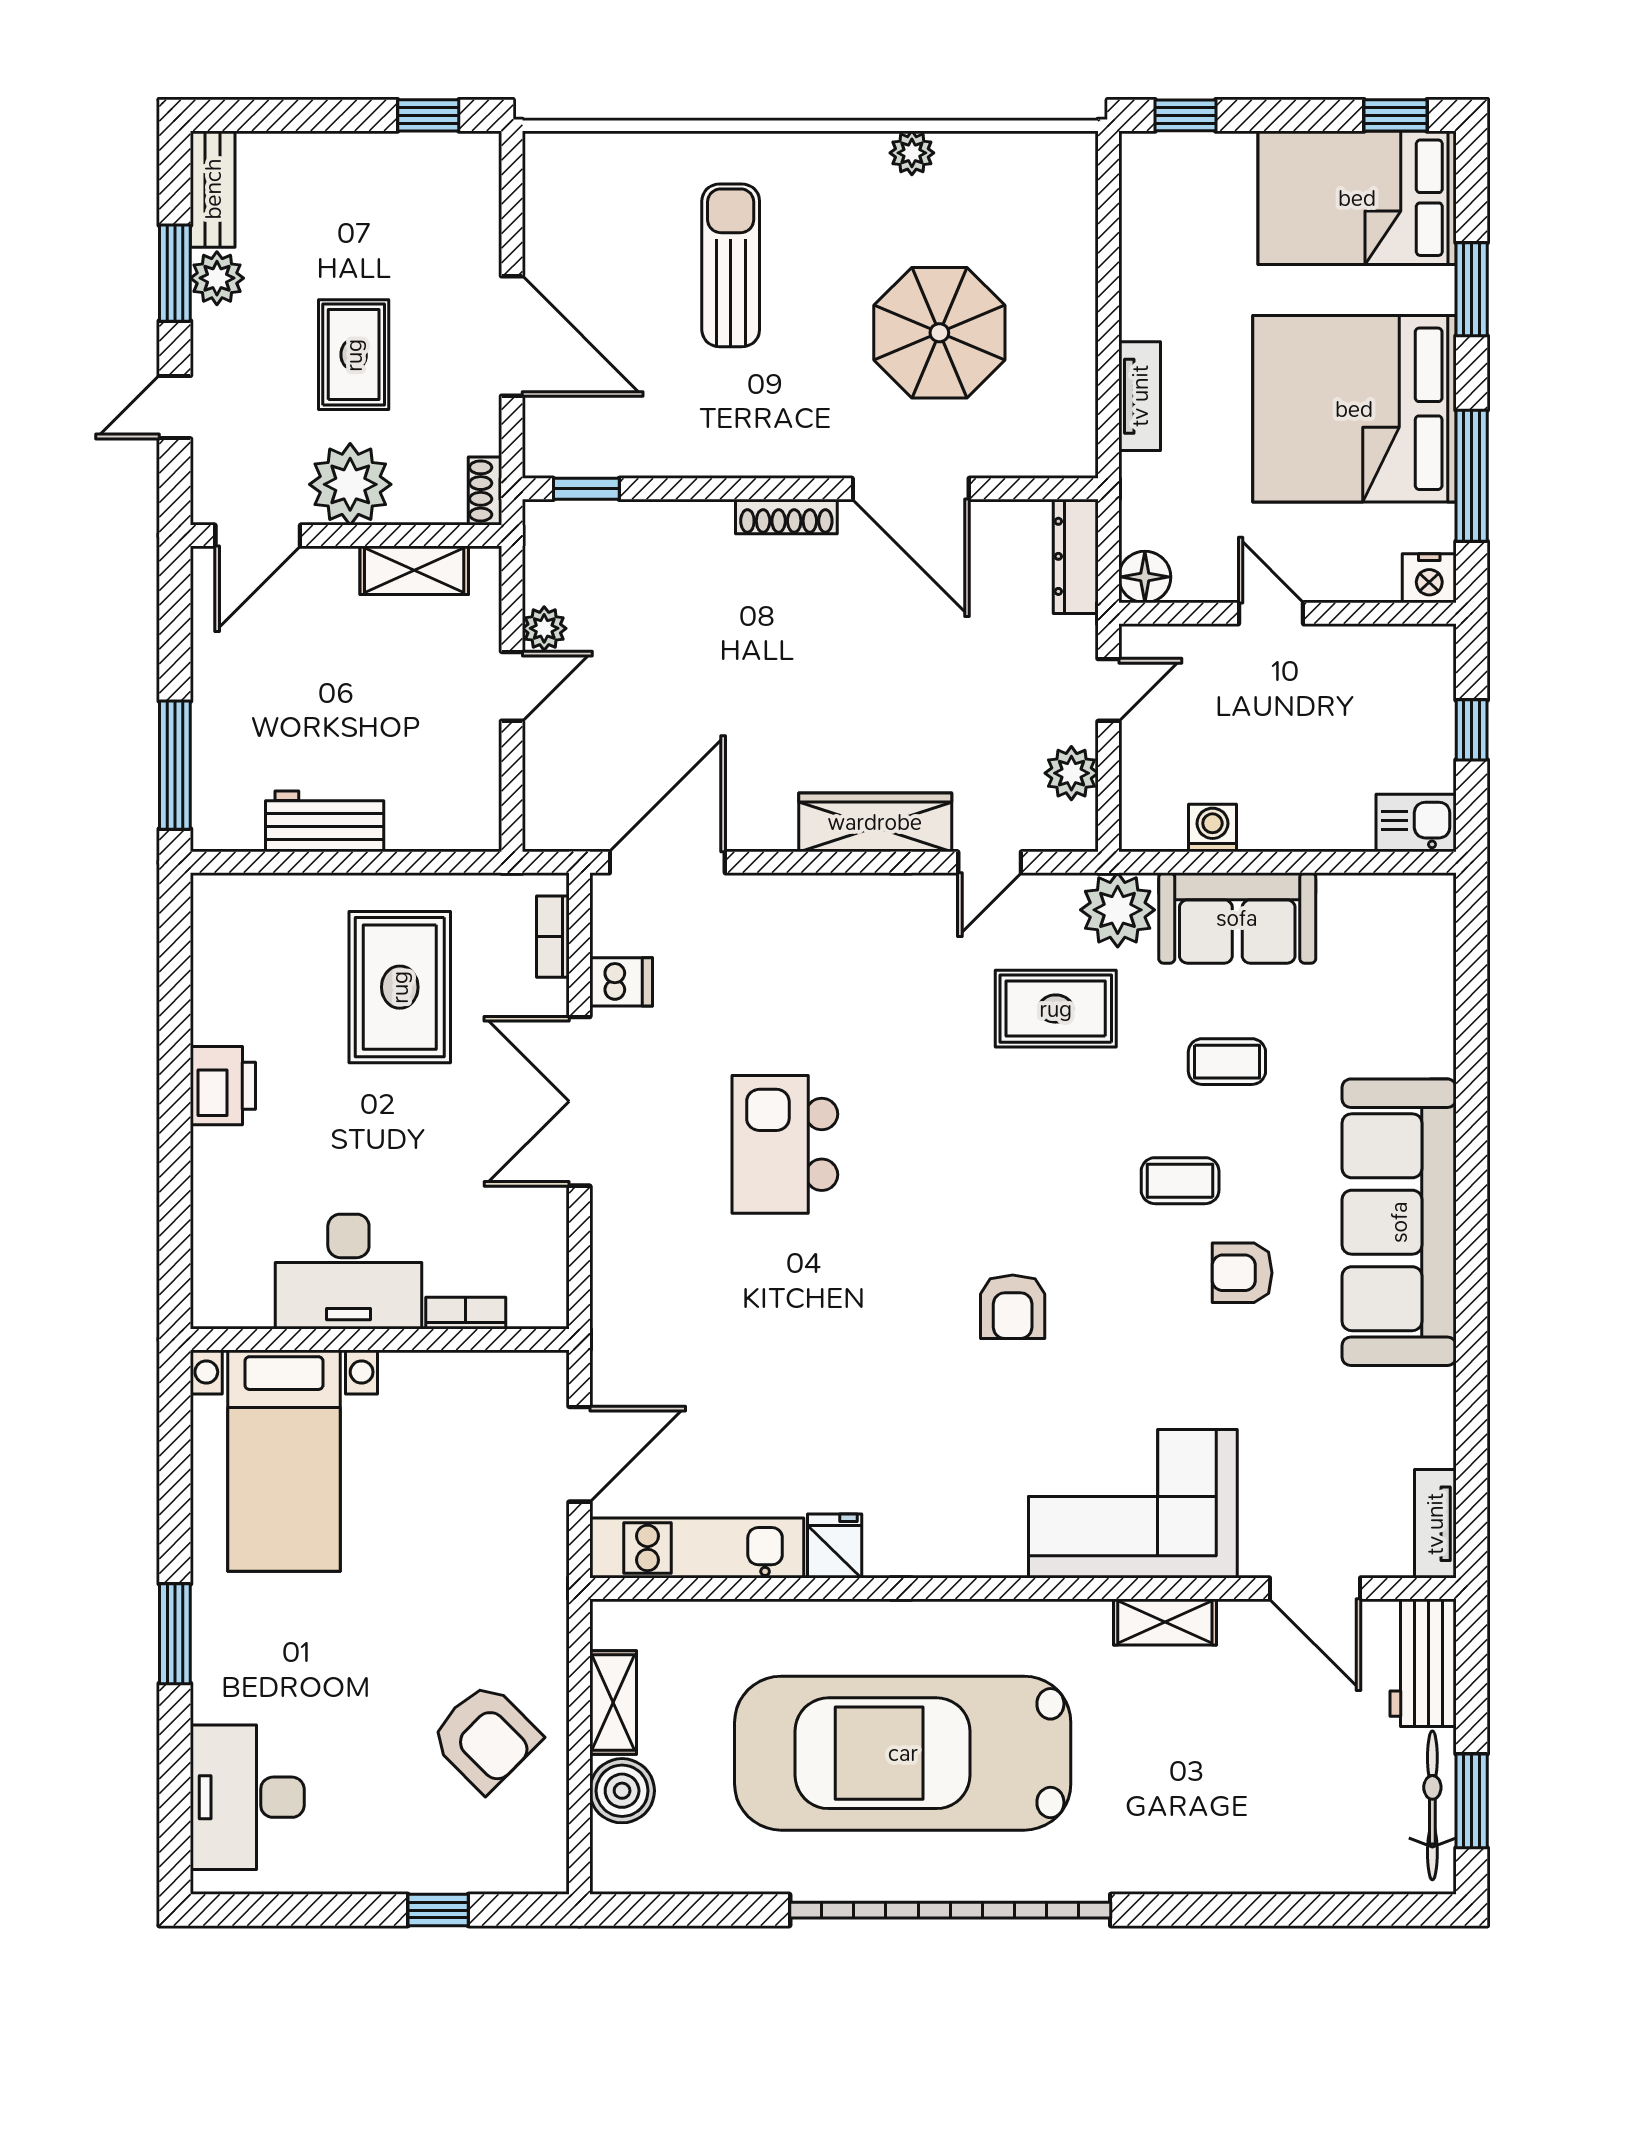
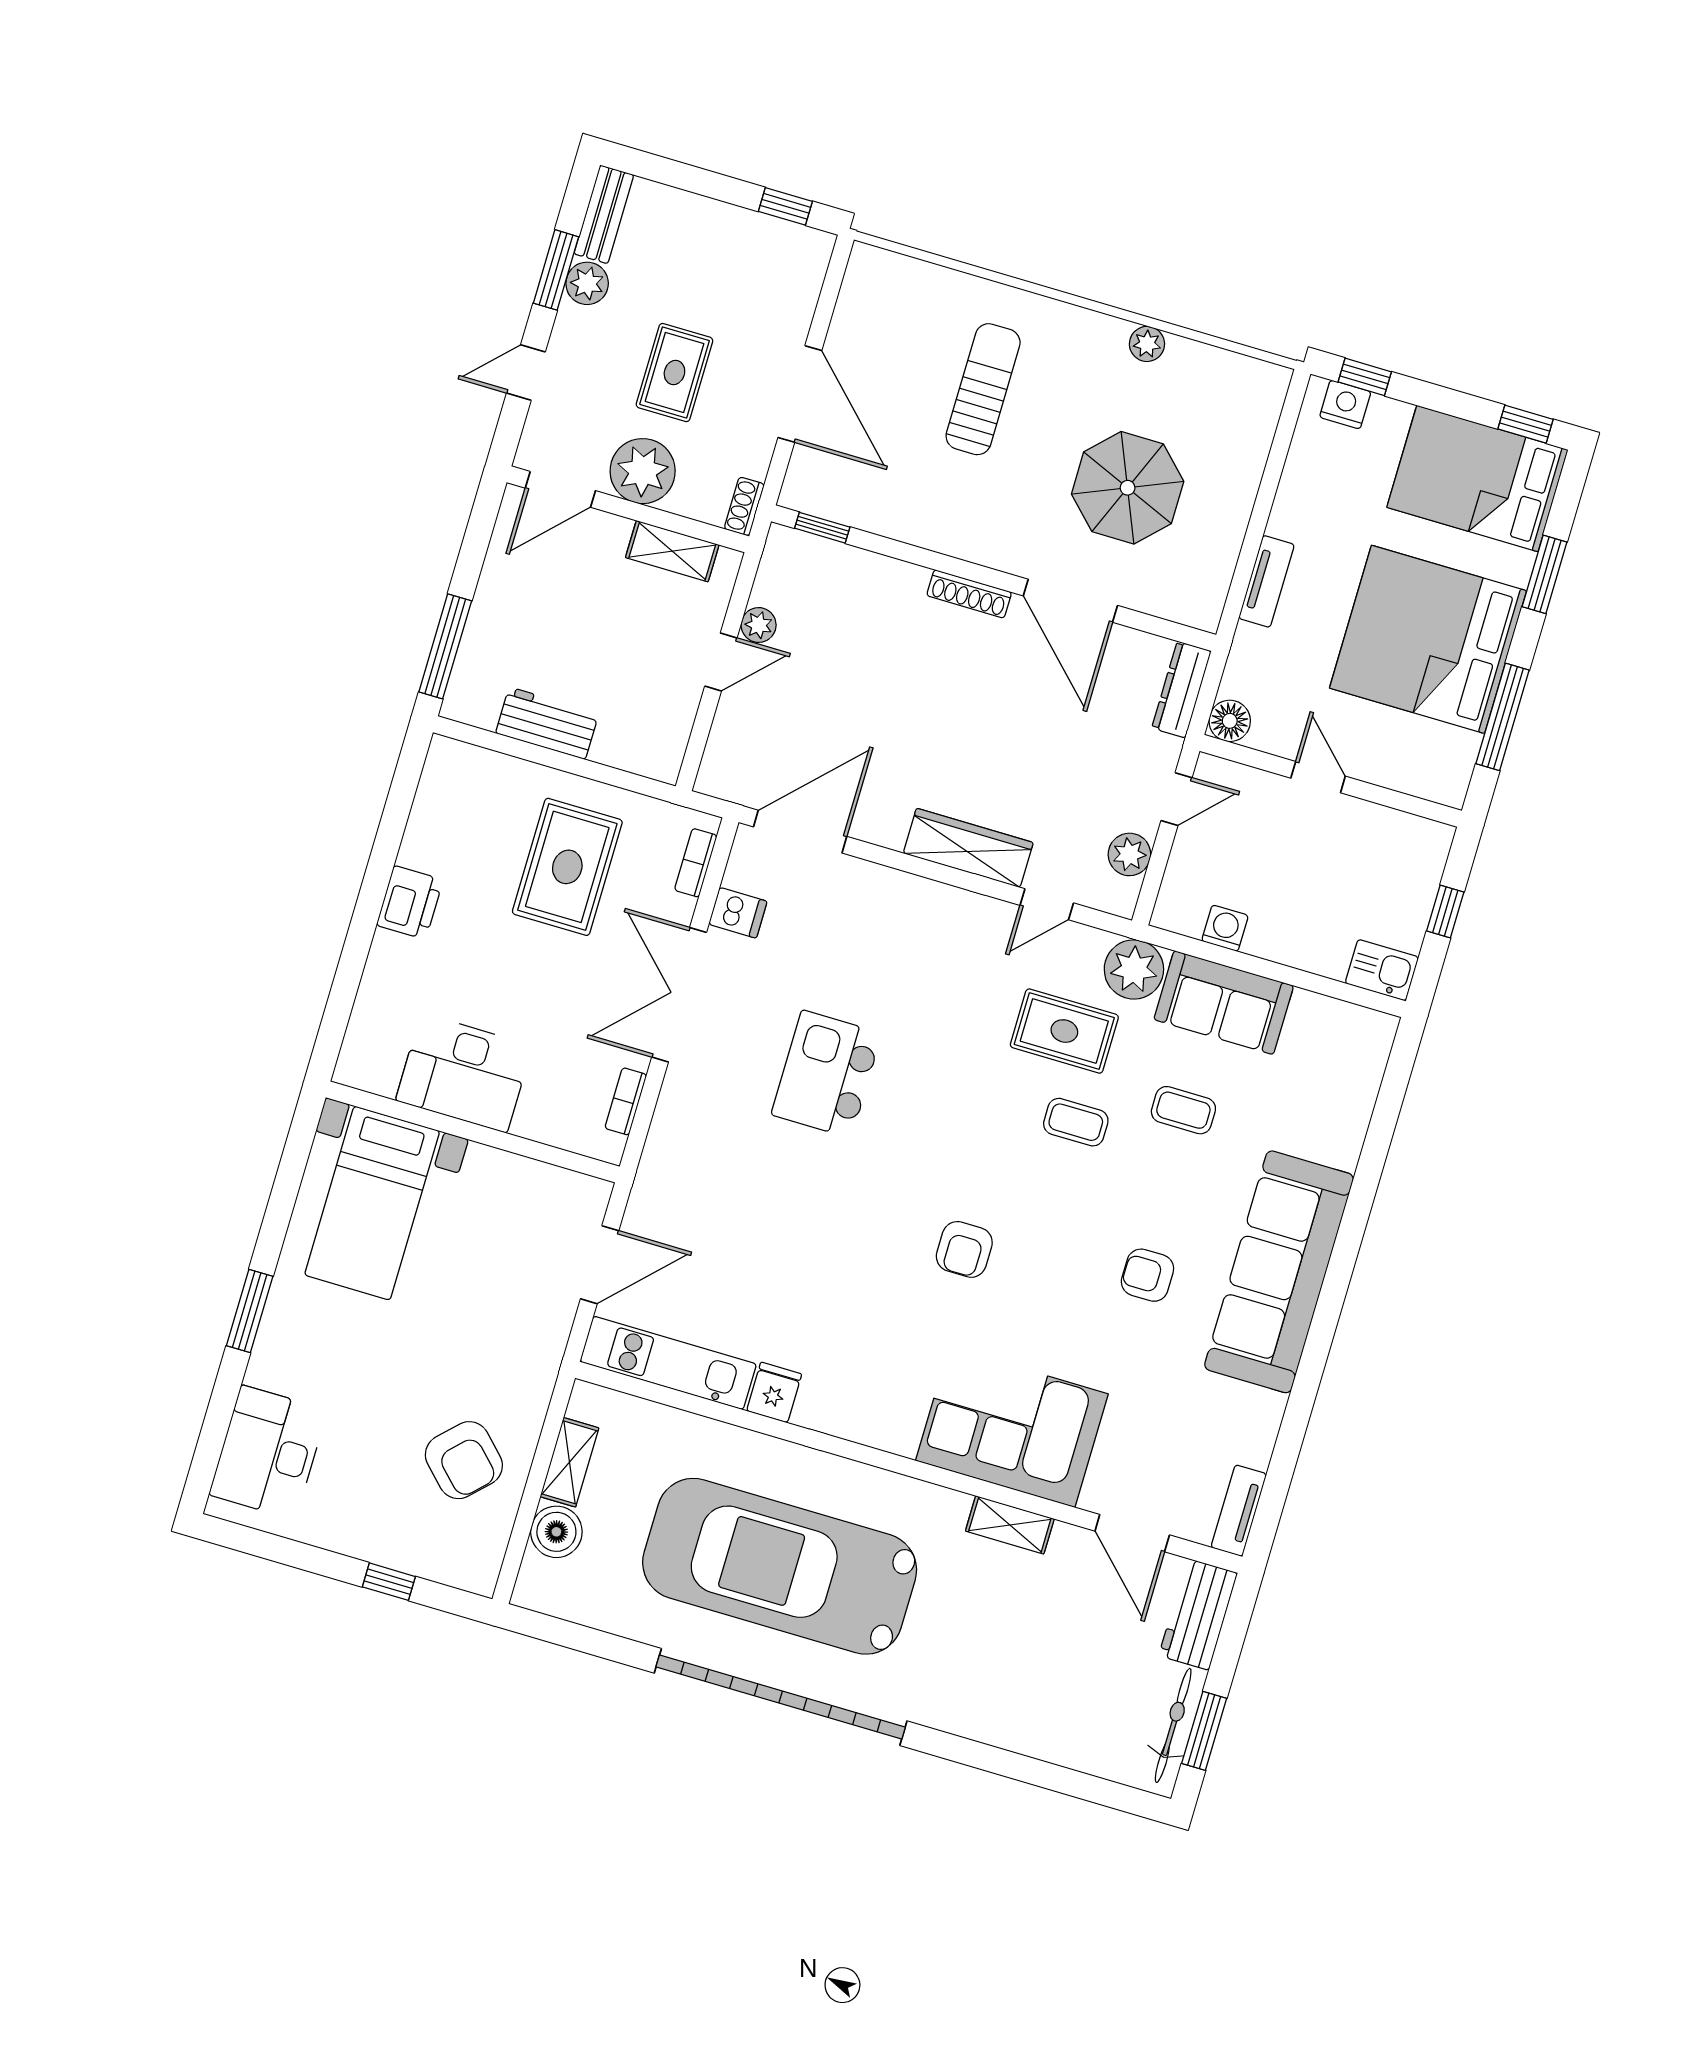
nightstand: (1429, 578) -> (1345, 404), moved, turned 180
coffee table: (1180, 1181) -> (1076, 1122), moved
bookcase: (466, 1313) -> (626, 1101), moved, turned -90

